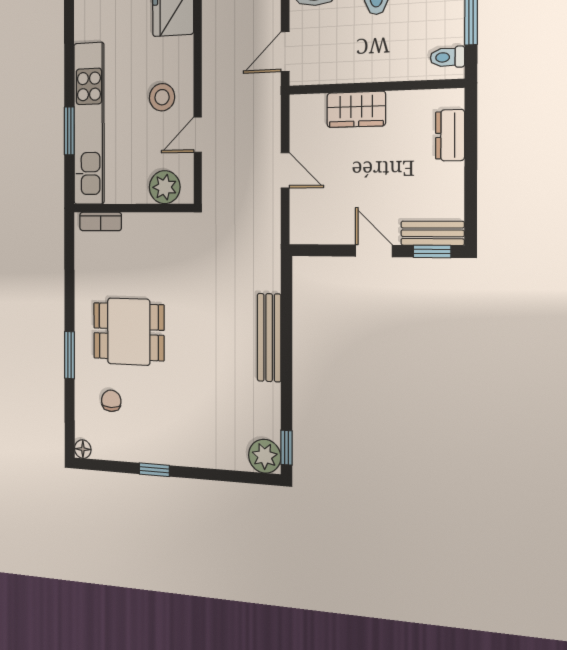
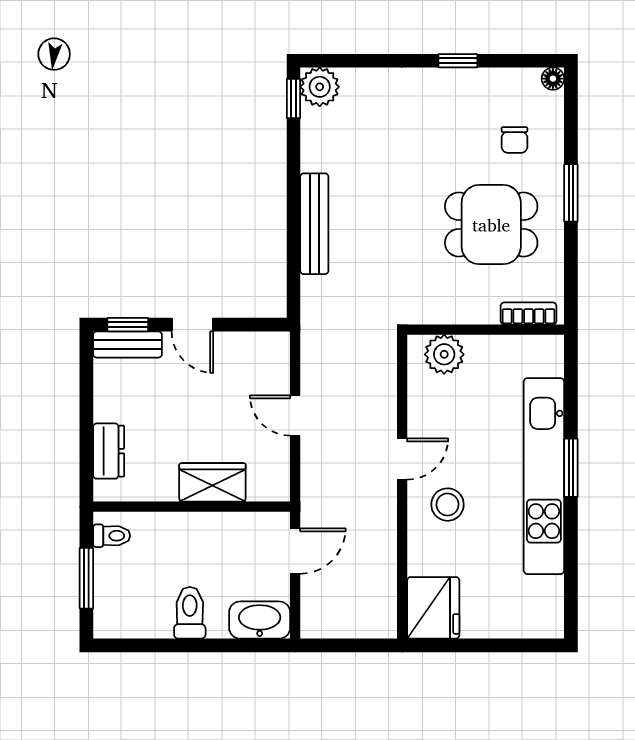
plant: (165, 187) -> (444, 354), moved
wall: (133, 208) -> (486, 330), moved
bookcase: (101, 221) -> (529, 314), moved

